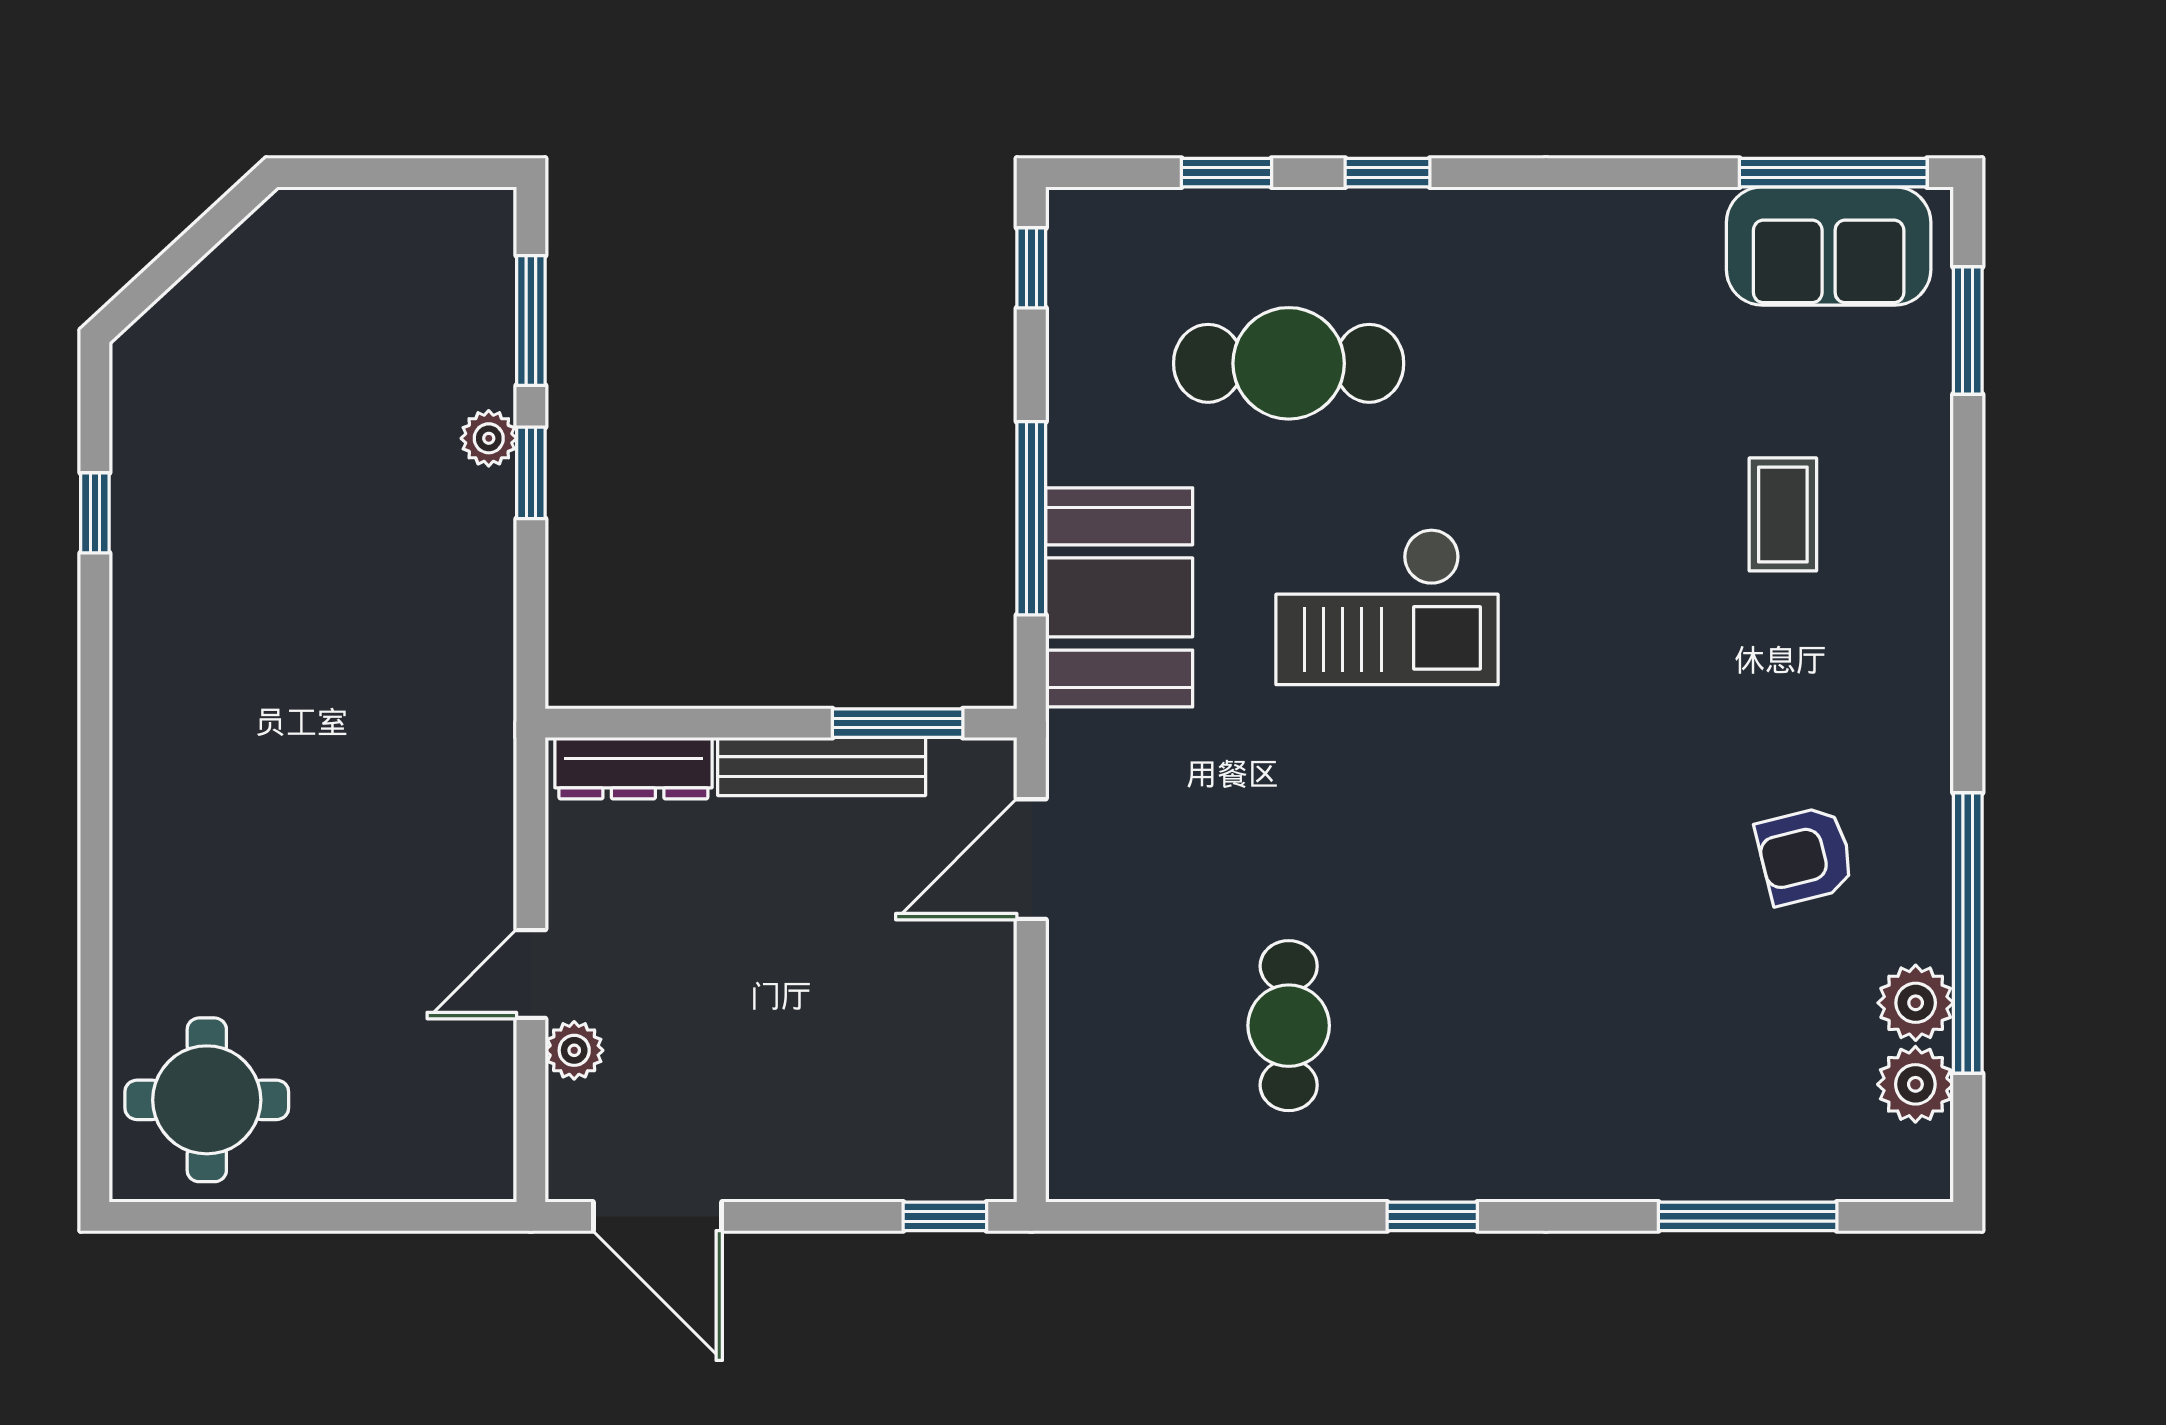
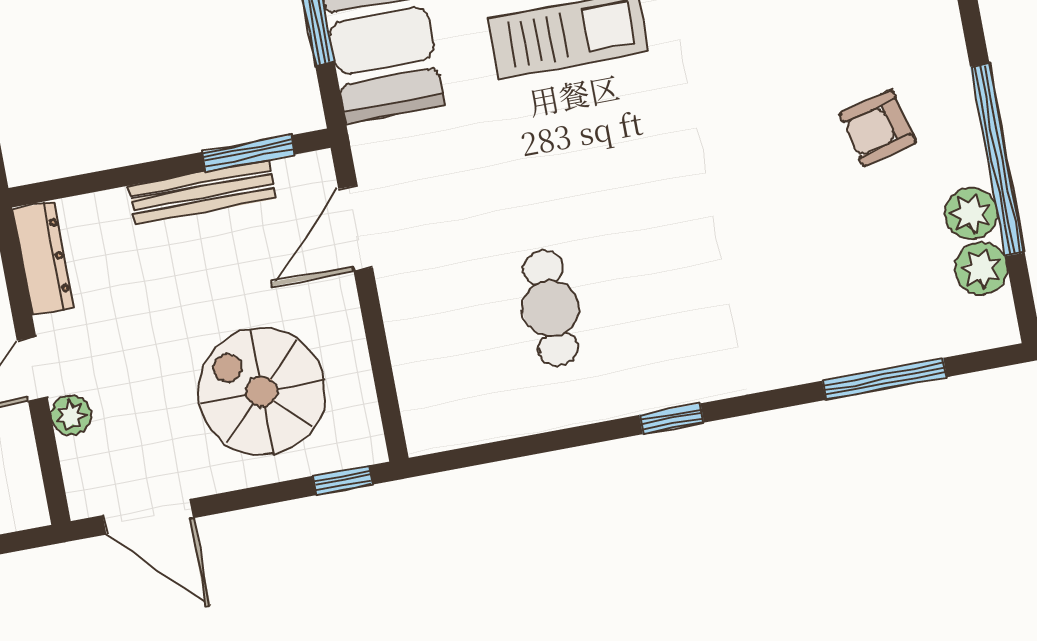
dresser: (633, 768) -> (43, 258), moved, turned -90
spiral stairs: (853, 1068) -> (262, 391), added

